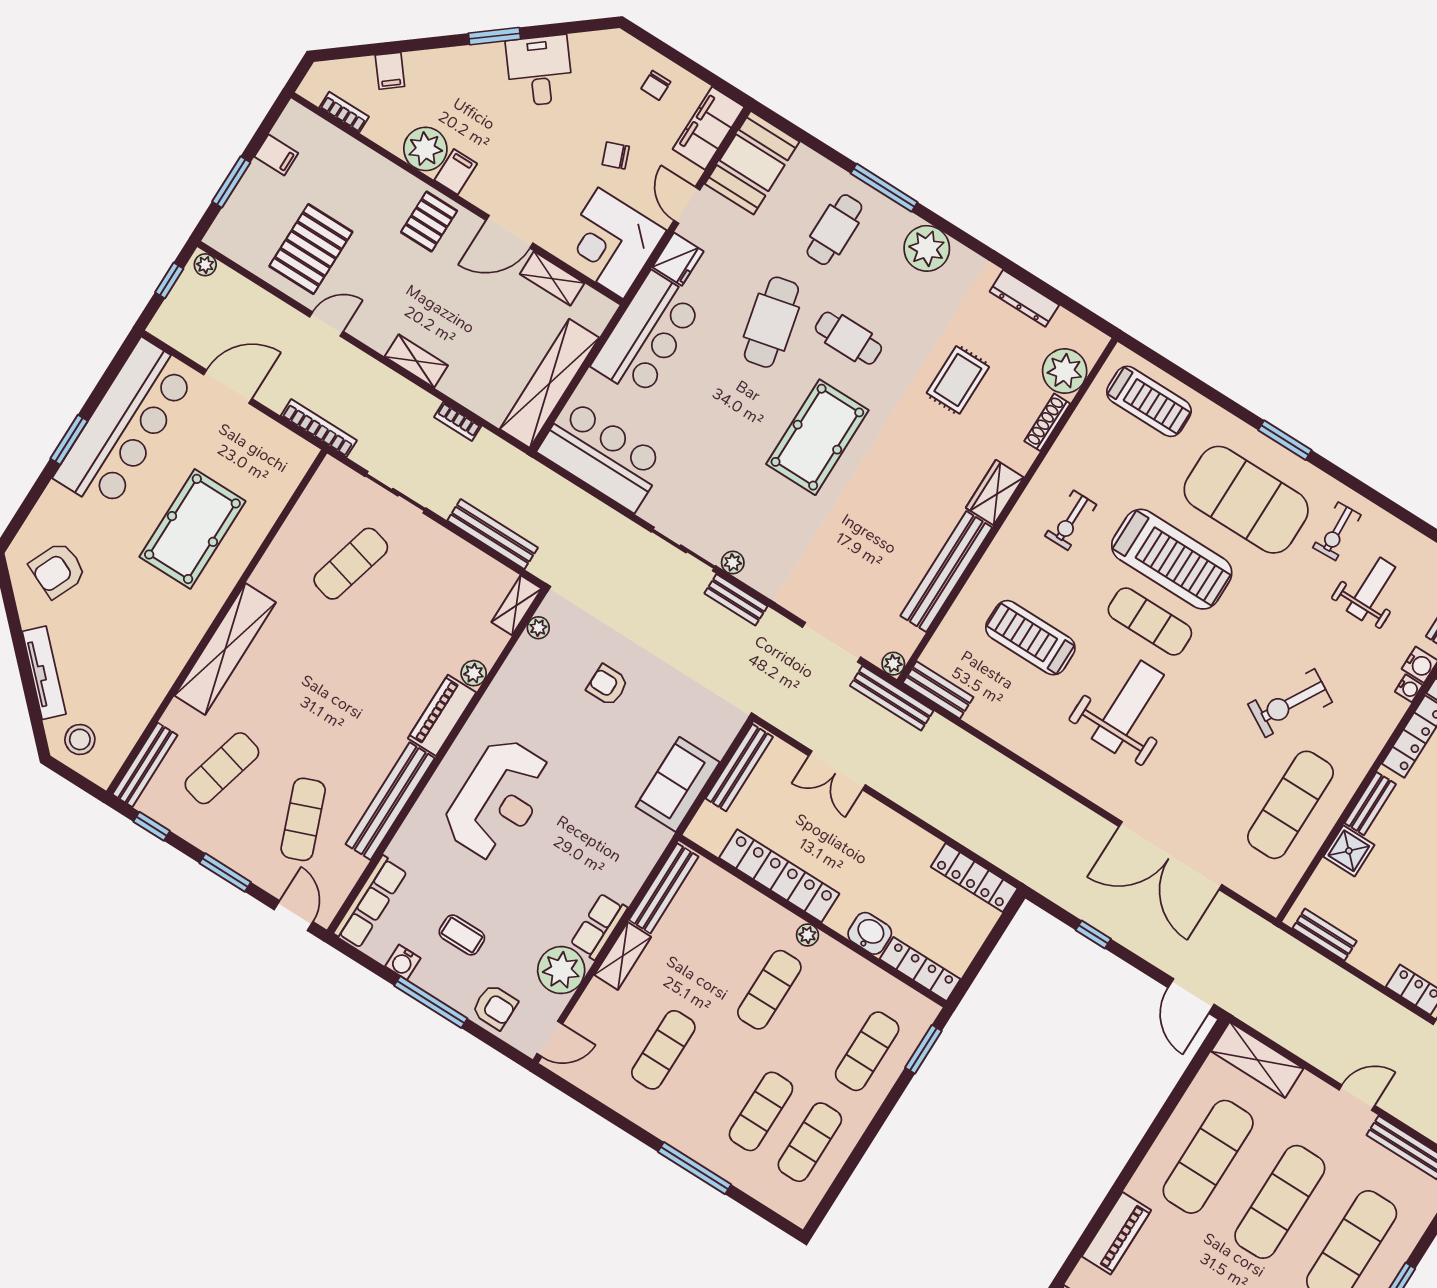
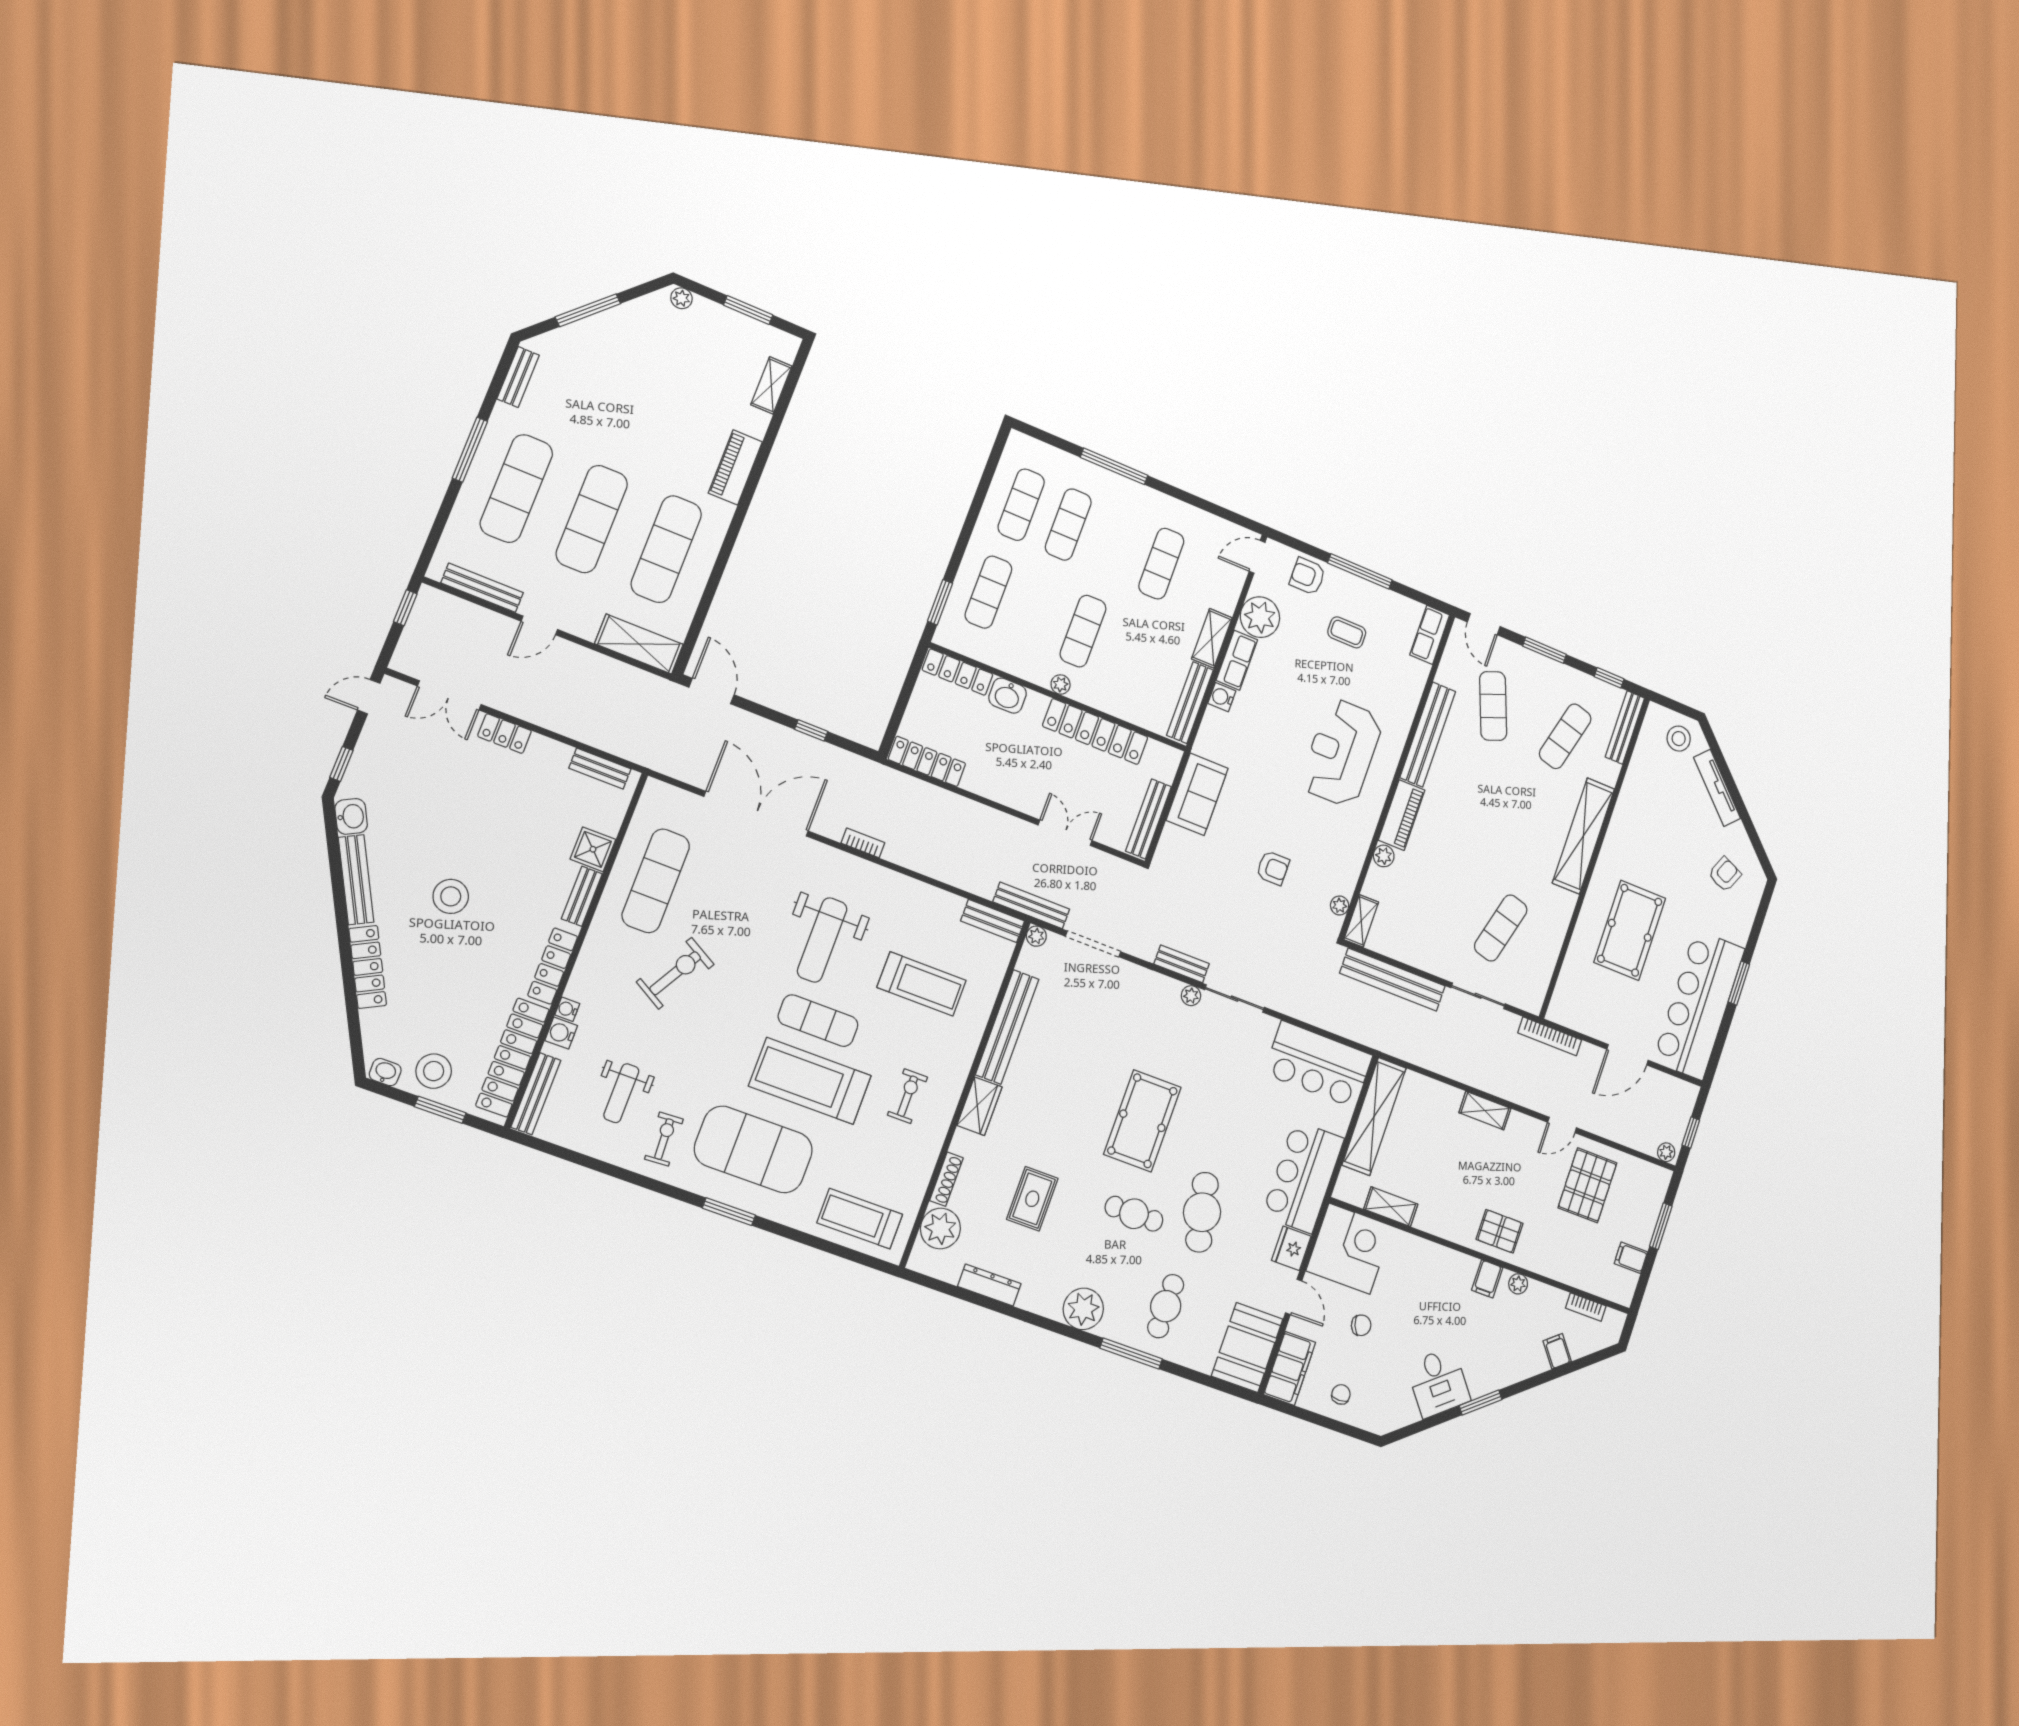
plant: (425, 149) -> (1518, 1284), width x0.53, depth x0.53
pallet: (429, 222) -> (1500, 1231), turned 90
door: (510, 232) -> (1433, 1238), removed
bookcase: (458, 422) -> (863, 843), moved
bench: (493, 534) -> (1392, 980), width x1.37, depth x1.21
armchair: (58, 570) -> (1725, 874), width x0.72, depth x0.72
row of seats: (370, 902) -> (1430, 635), width x0.68
water cooler: (403, 962) -> (1222, 697), moved, turned -90

